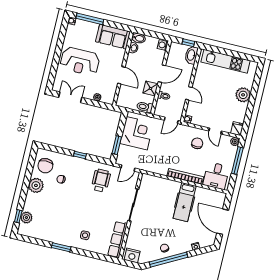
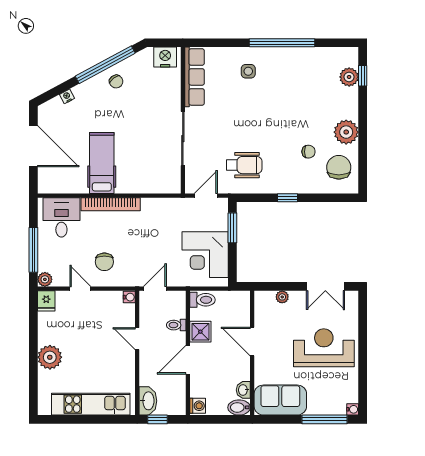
wheelchair: (101, 180) -> (244, 165), turned -90
window: (61, 247) -> (282, 43), width x2.11

